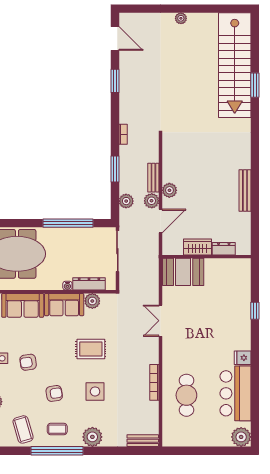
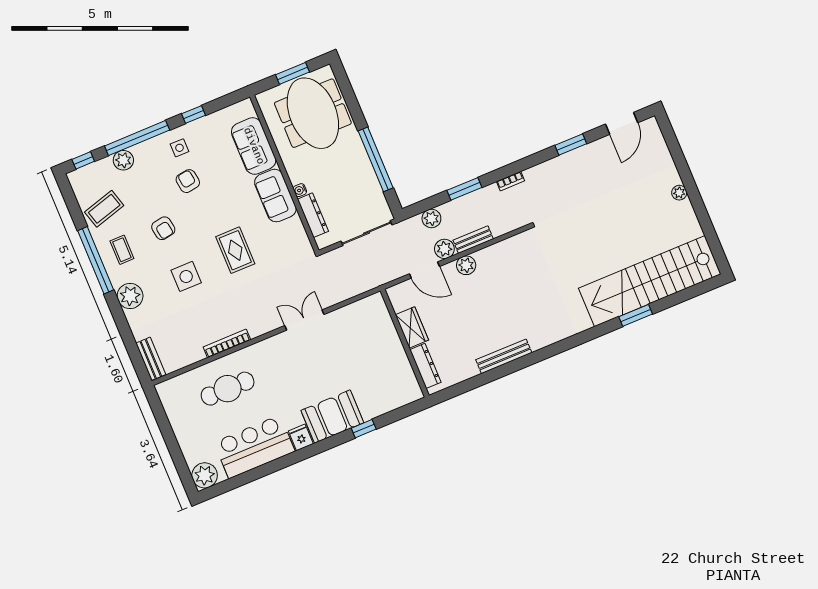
dresser: (224, 249) -> (425, 366), width x1.44
booth: (183, 272) -> (332, 417), moved, turned 90
plant: (92, 301) -> (294, 228), removed

